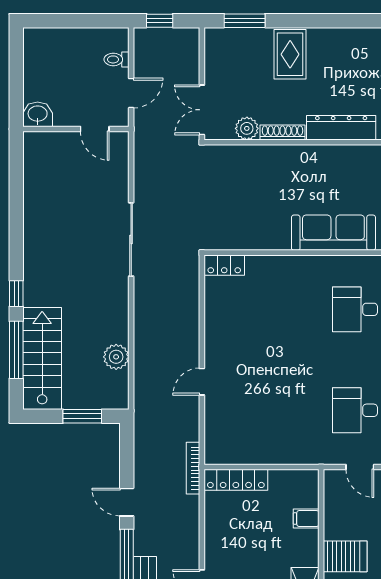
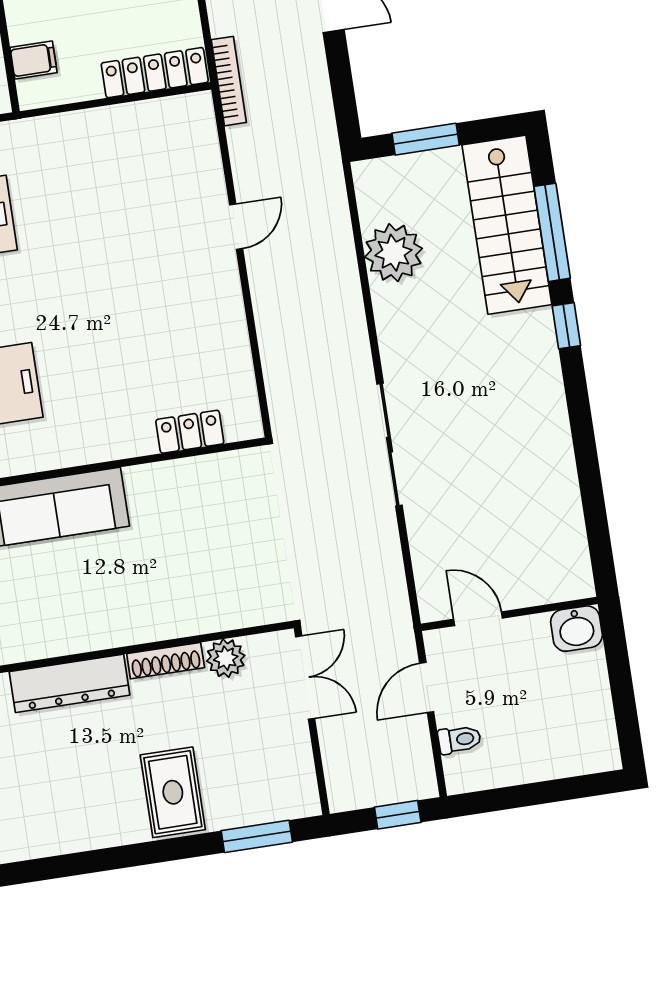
locker: (224, 265) -> (190, 432), moved
plant: (116, 357) -> (393, 253), width x1.36, depth x1.36
filing cabinet: (306, 519) -> (34, 60), moved

